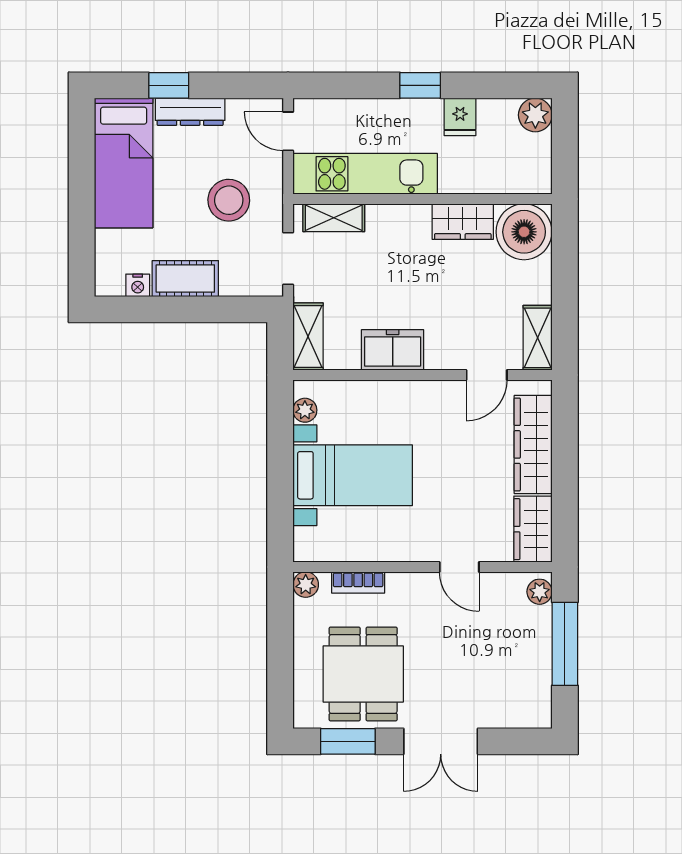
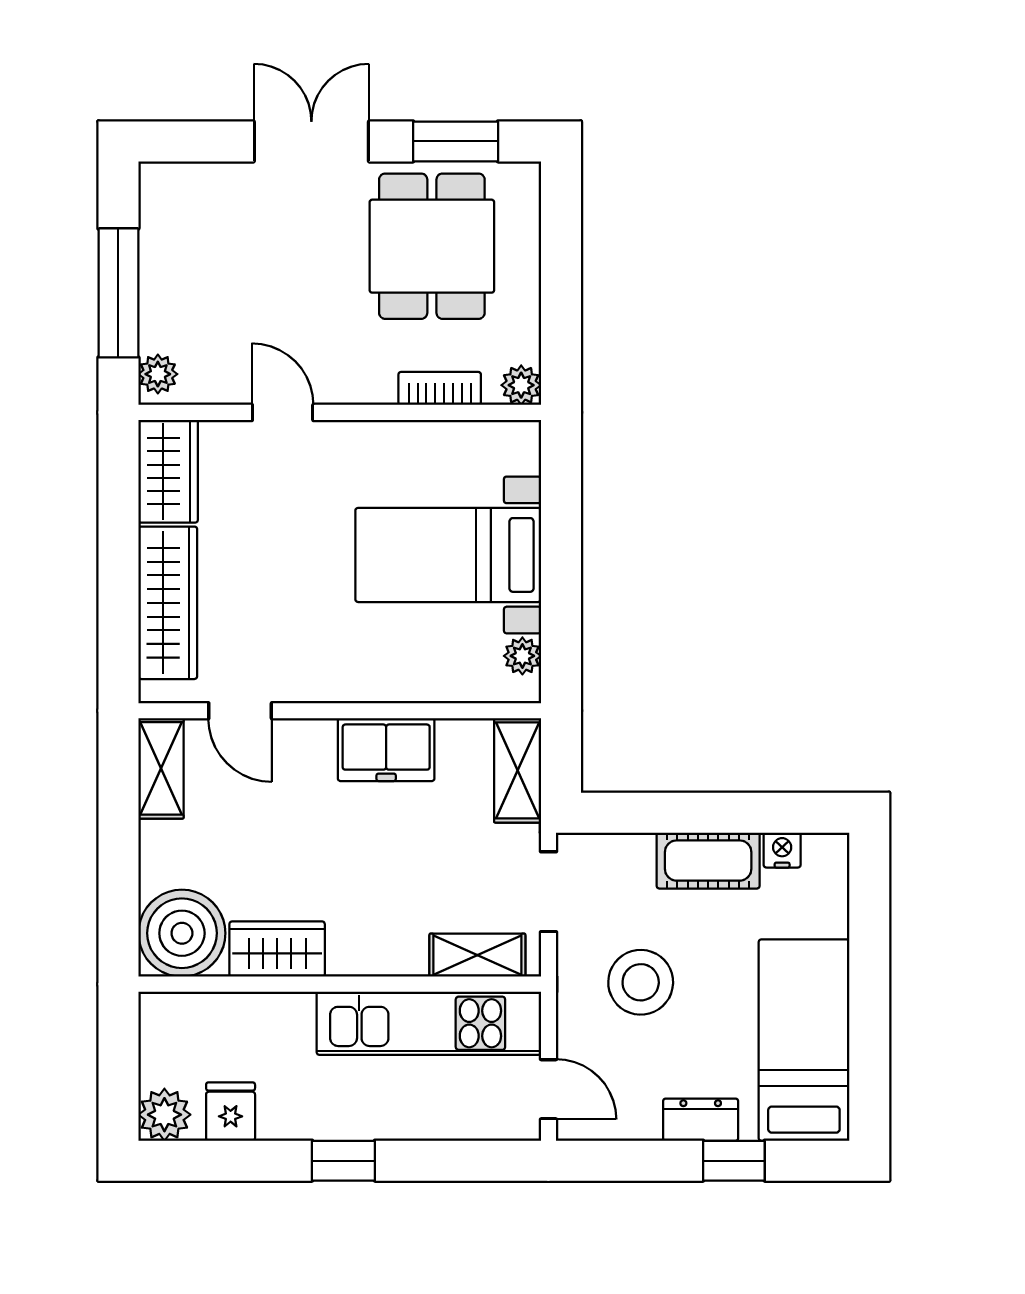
dresser: (190, 112) -> (701, 1120), width x0.70
fridge: (460, 117) -> (231, 1112), moved
door: (487, 375) -> (240, 711), swing flipped

